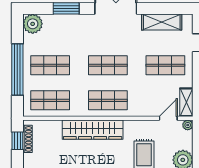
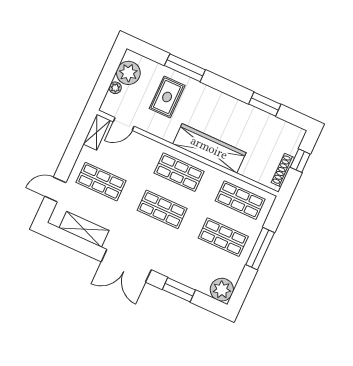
window: (17, 69) -> (260, 249), width x0.68
plant: (188, 125) -> (115, 88), moved
window: (17, 141) -> (300, 161), moved

